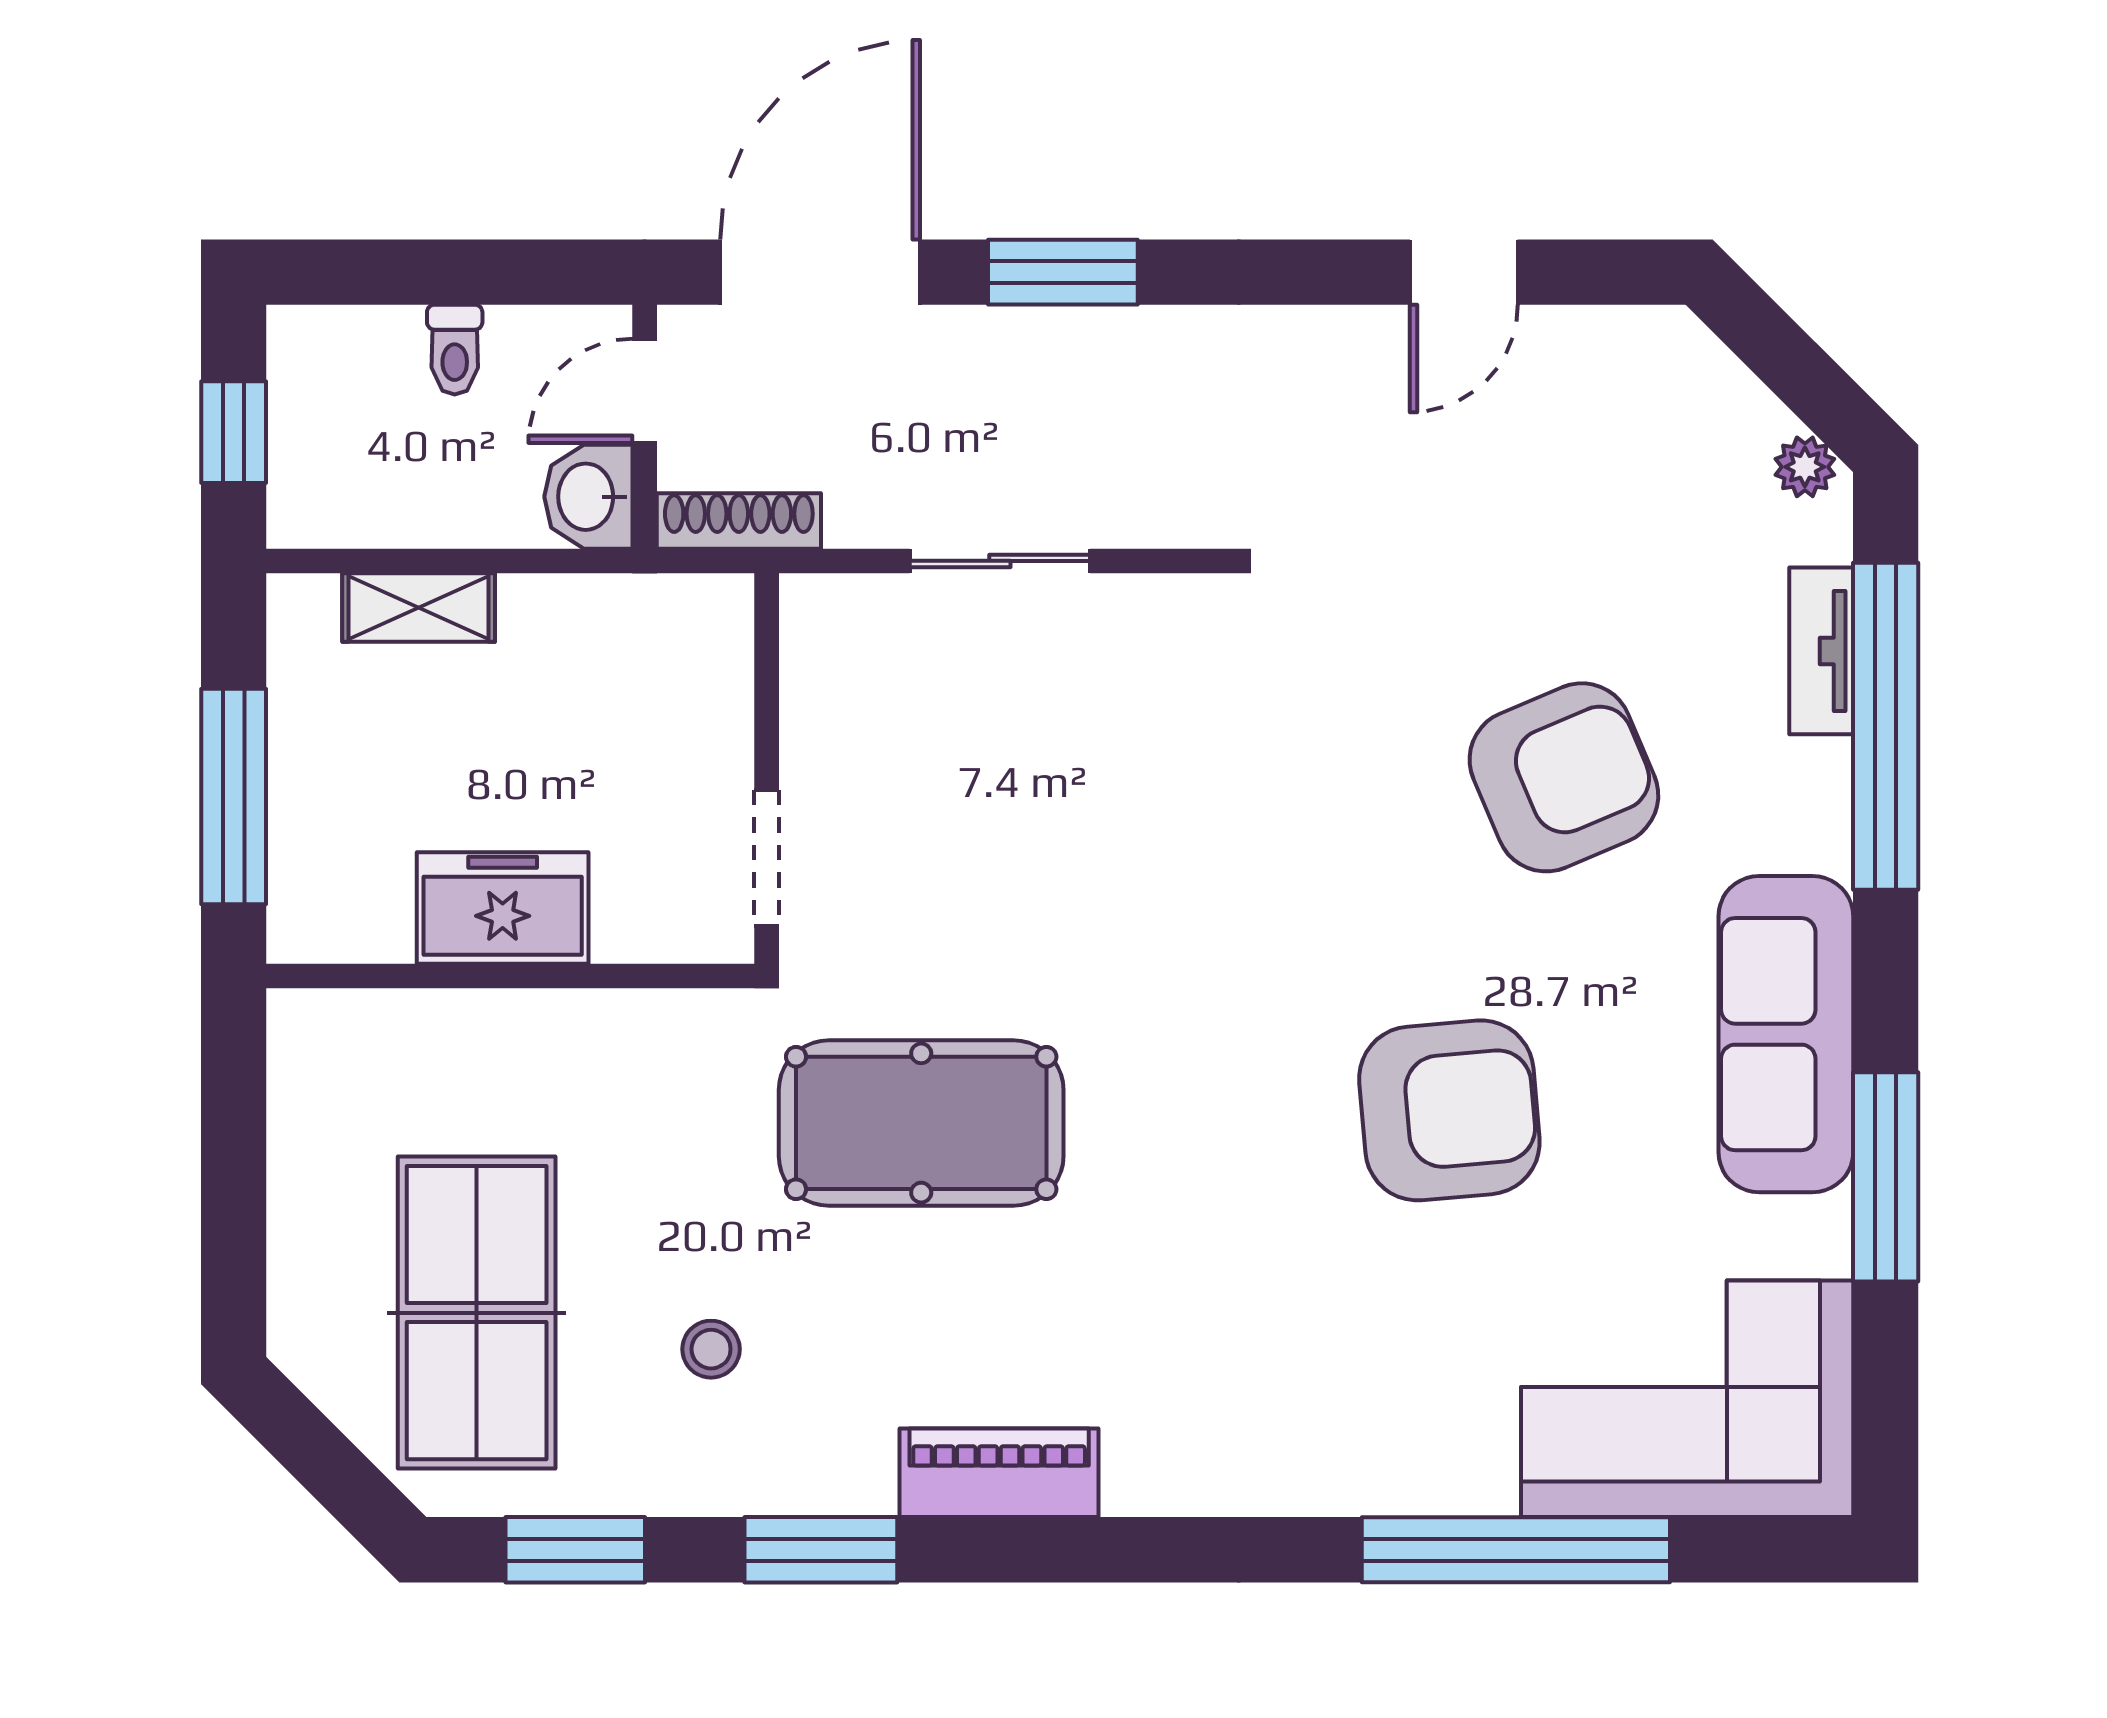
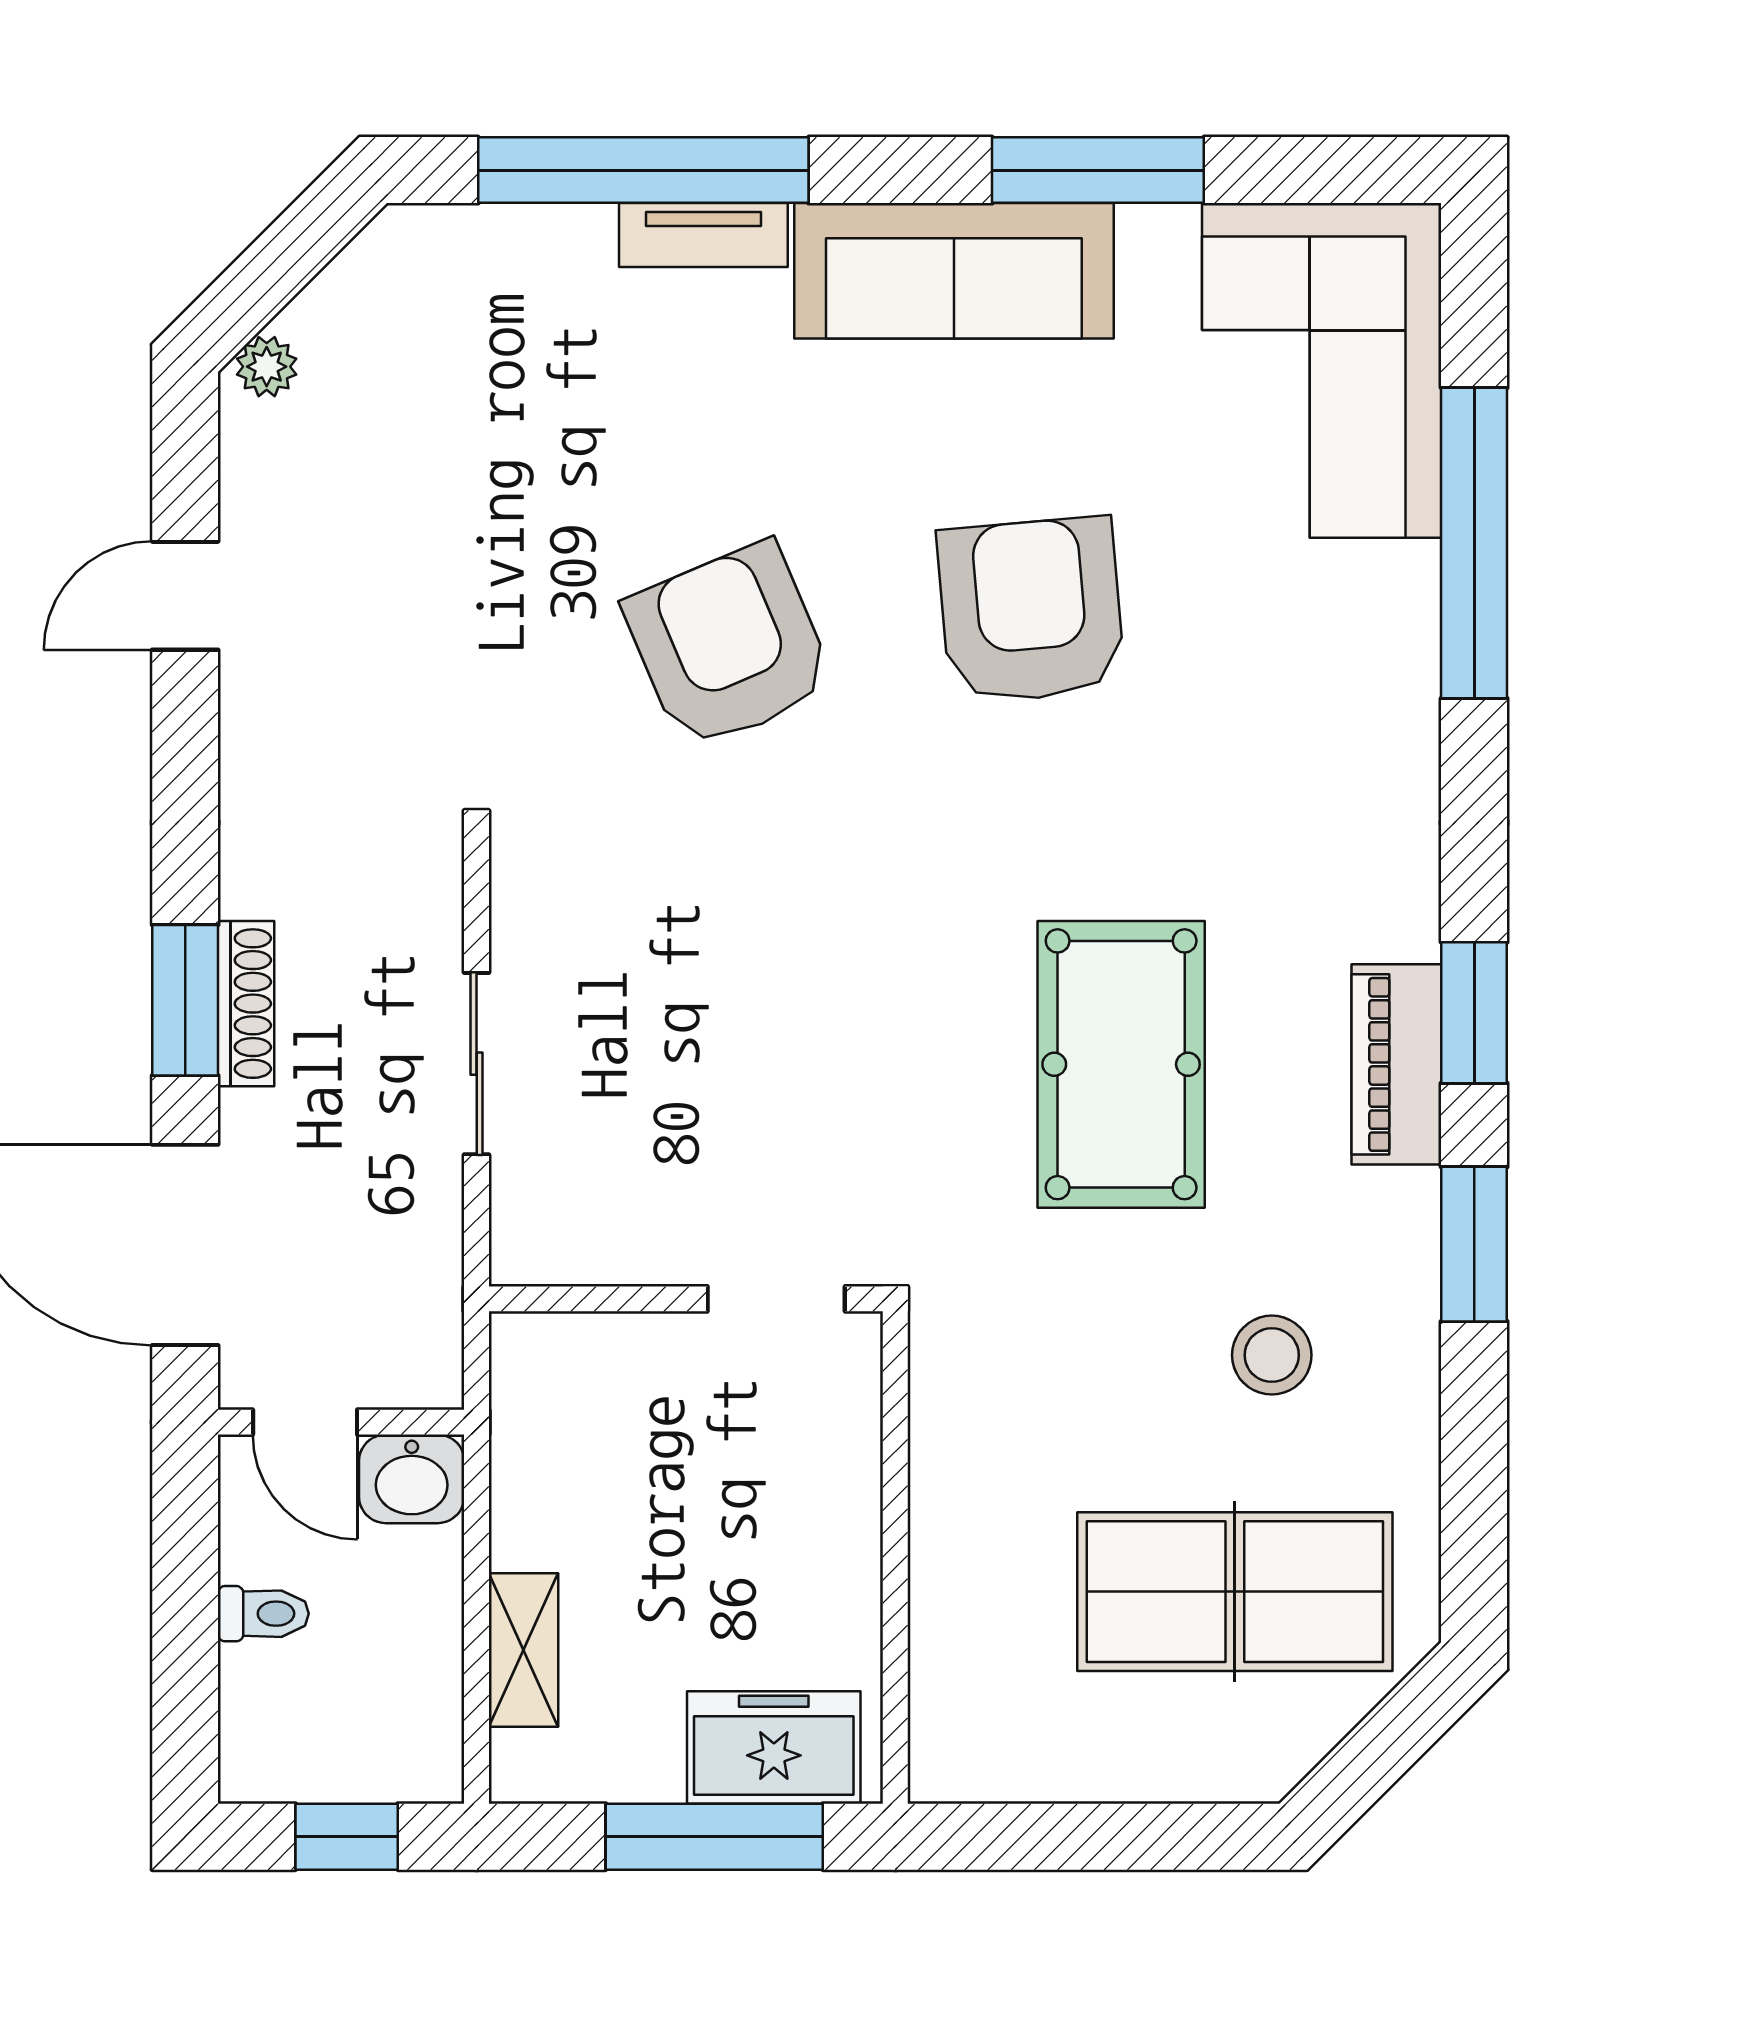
door: (1464, 272) -> (185, 596), swing flipped
plant: (1805, 467) -> (267, 367), moved
shoe rack: (739, 521) -> (246, 1004), moved, turned 180
tv unit: (1821, 651) -> (703, 235), moved
armchair: (1564, 777) -> (729, 646), moved
freezer: (503, 908) -> (774, 1748), moved, turned 90
pool table: (921, 1123) -> (1121, 1064), moved
stool: (711, 1349) -> (1272, 1355), width x1.37, depth x1.37
window: (575, 1550) -> (1474, 1013), moved

